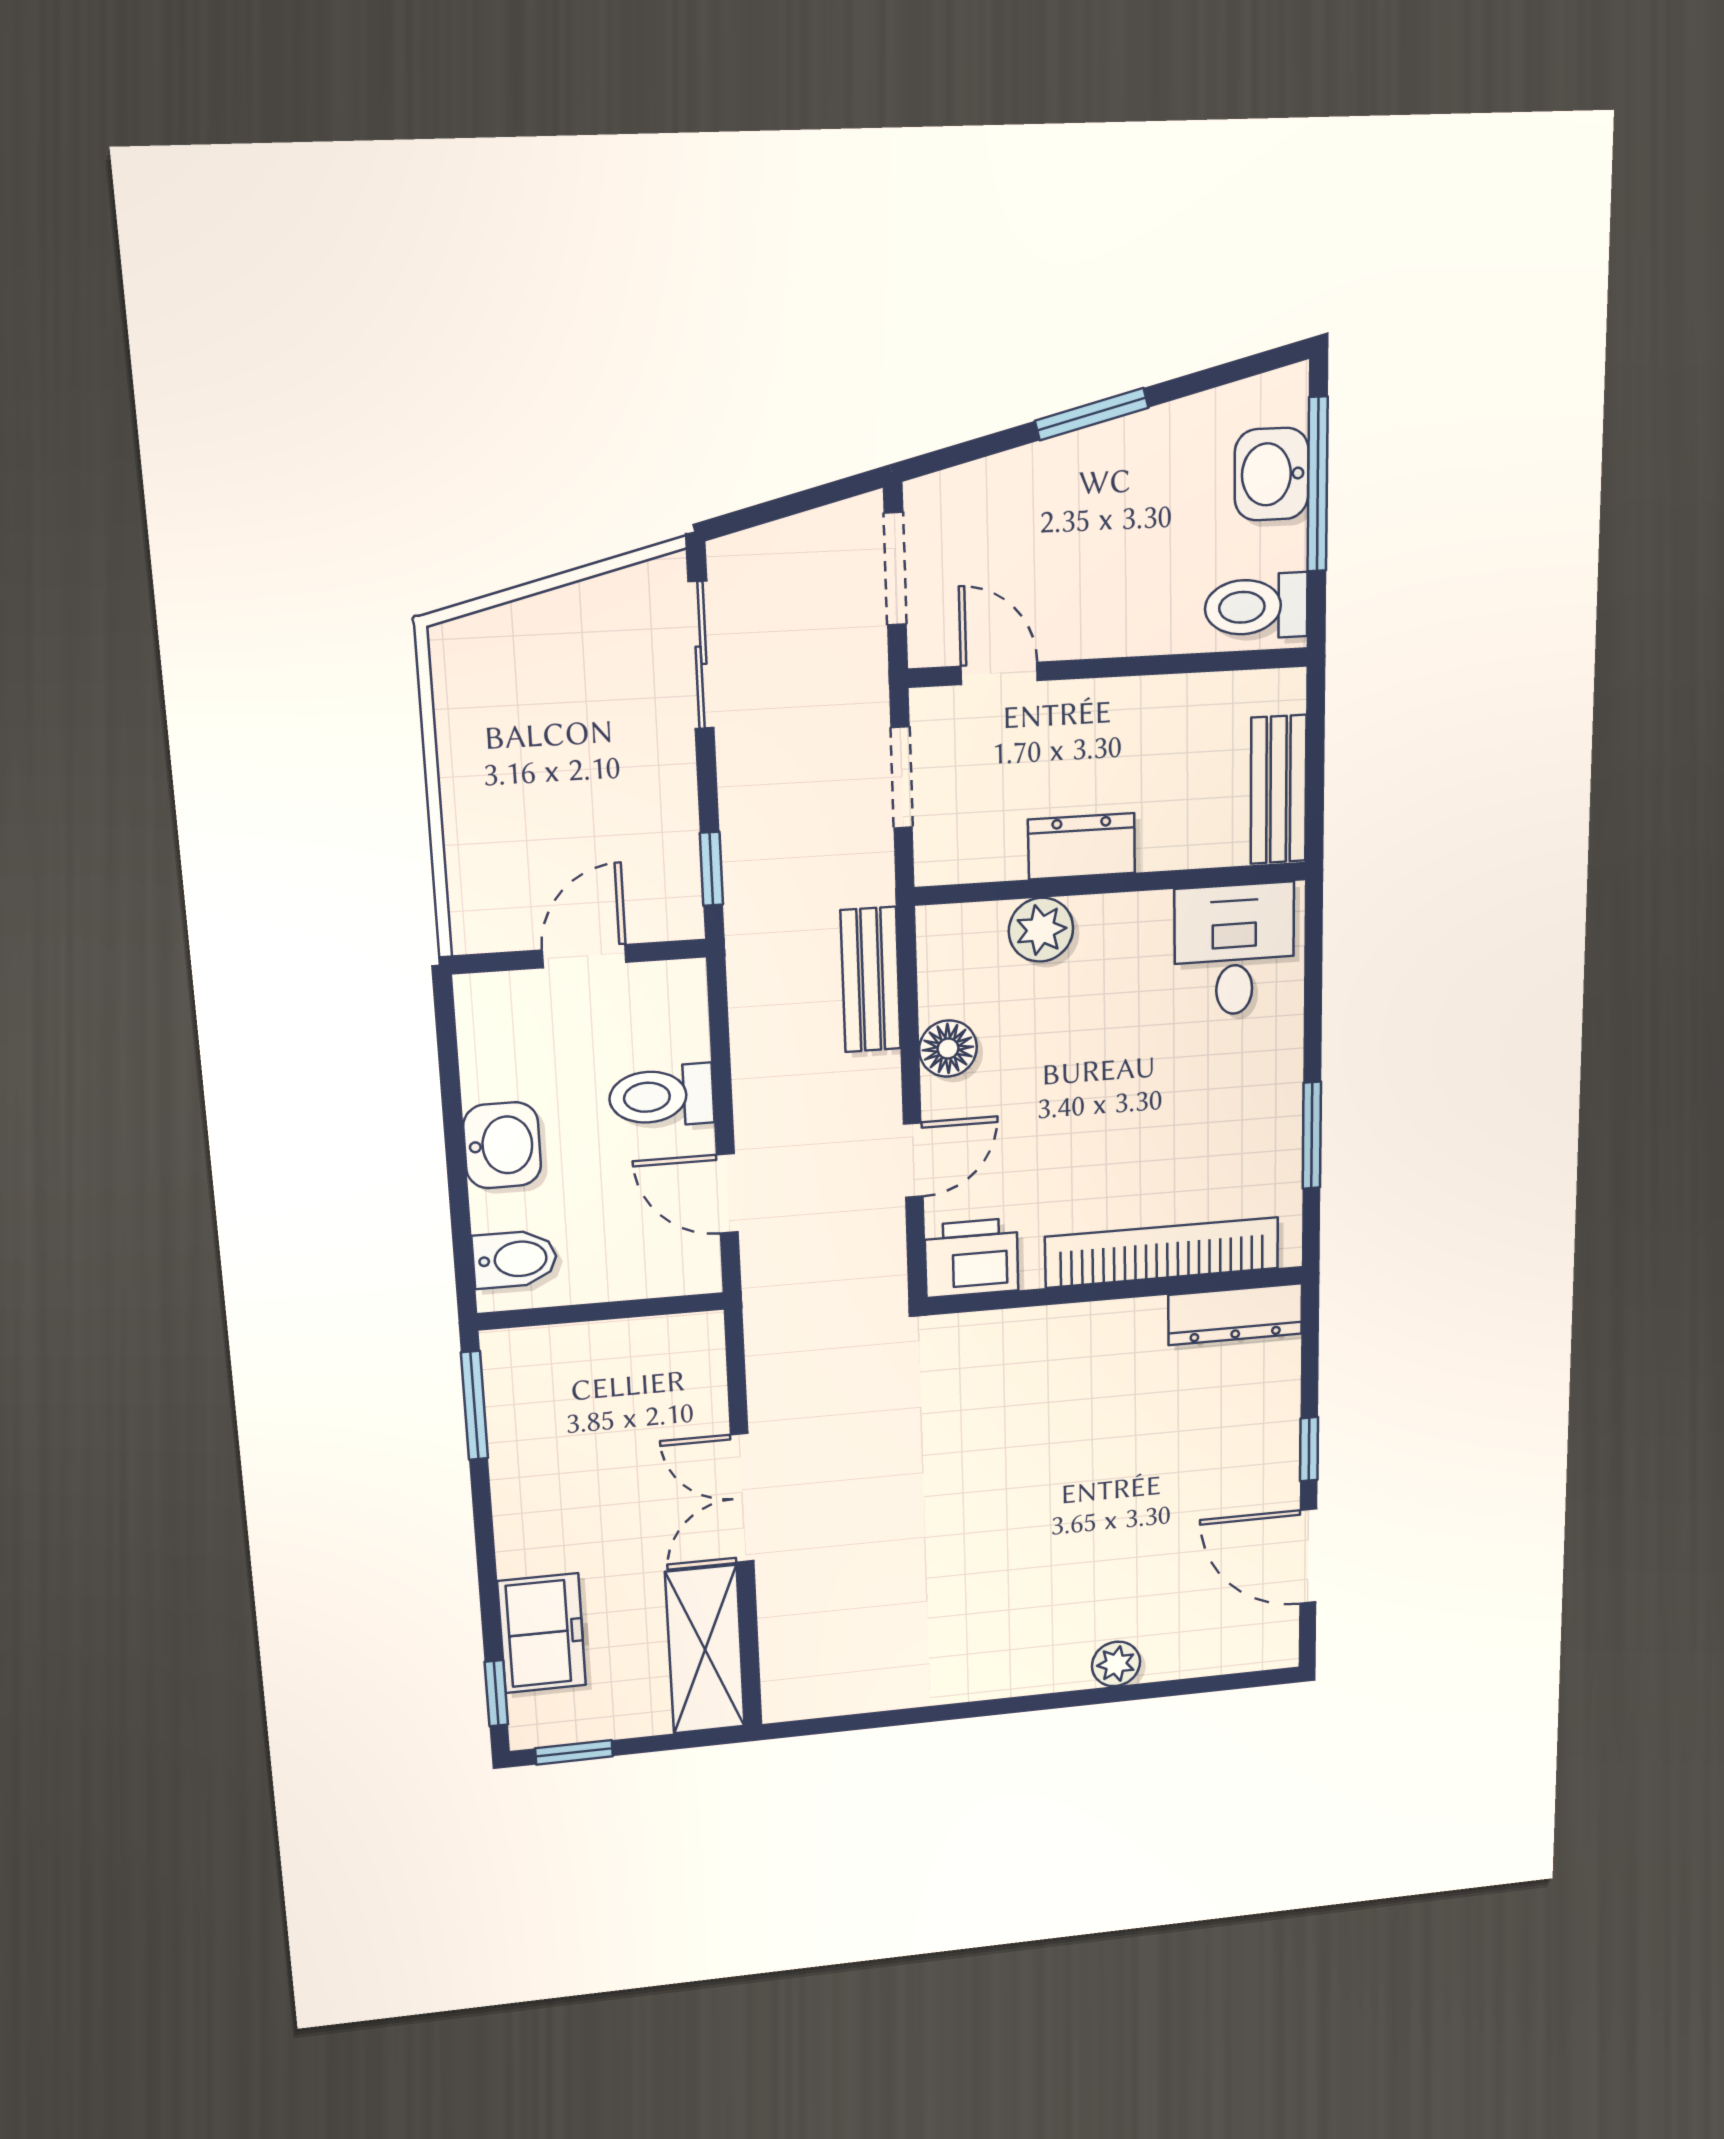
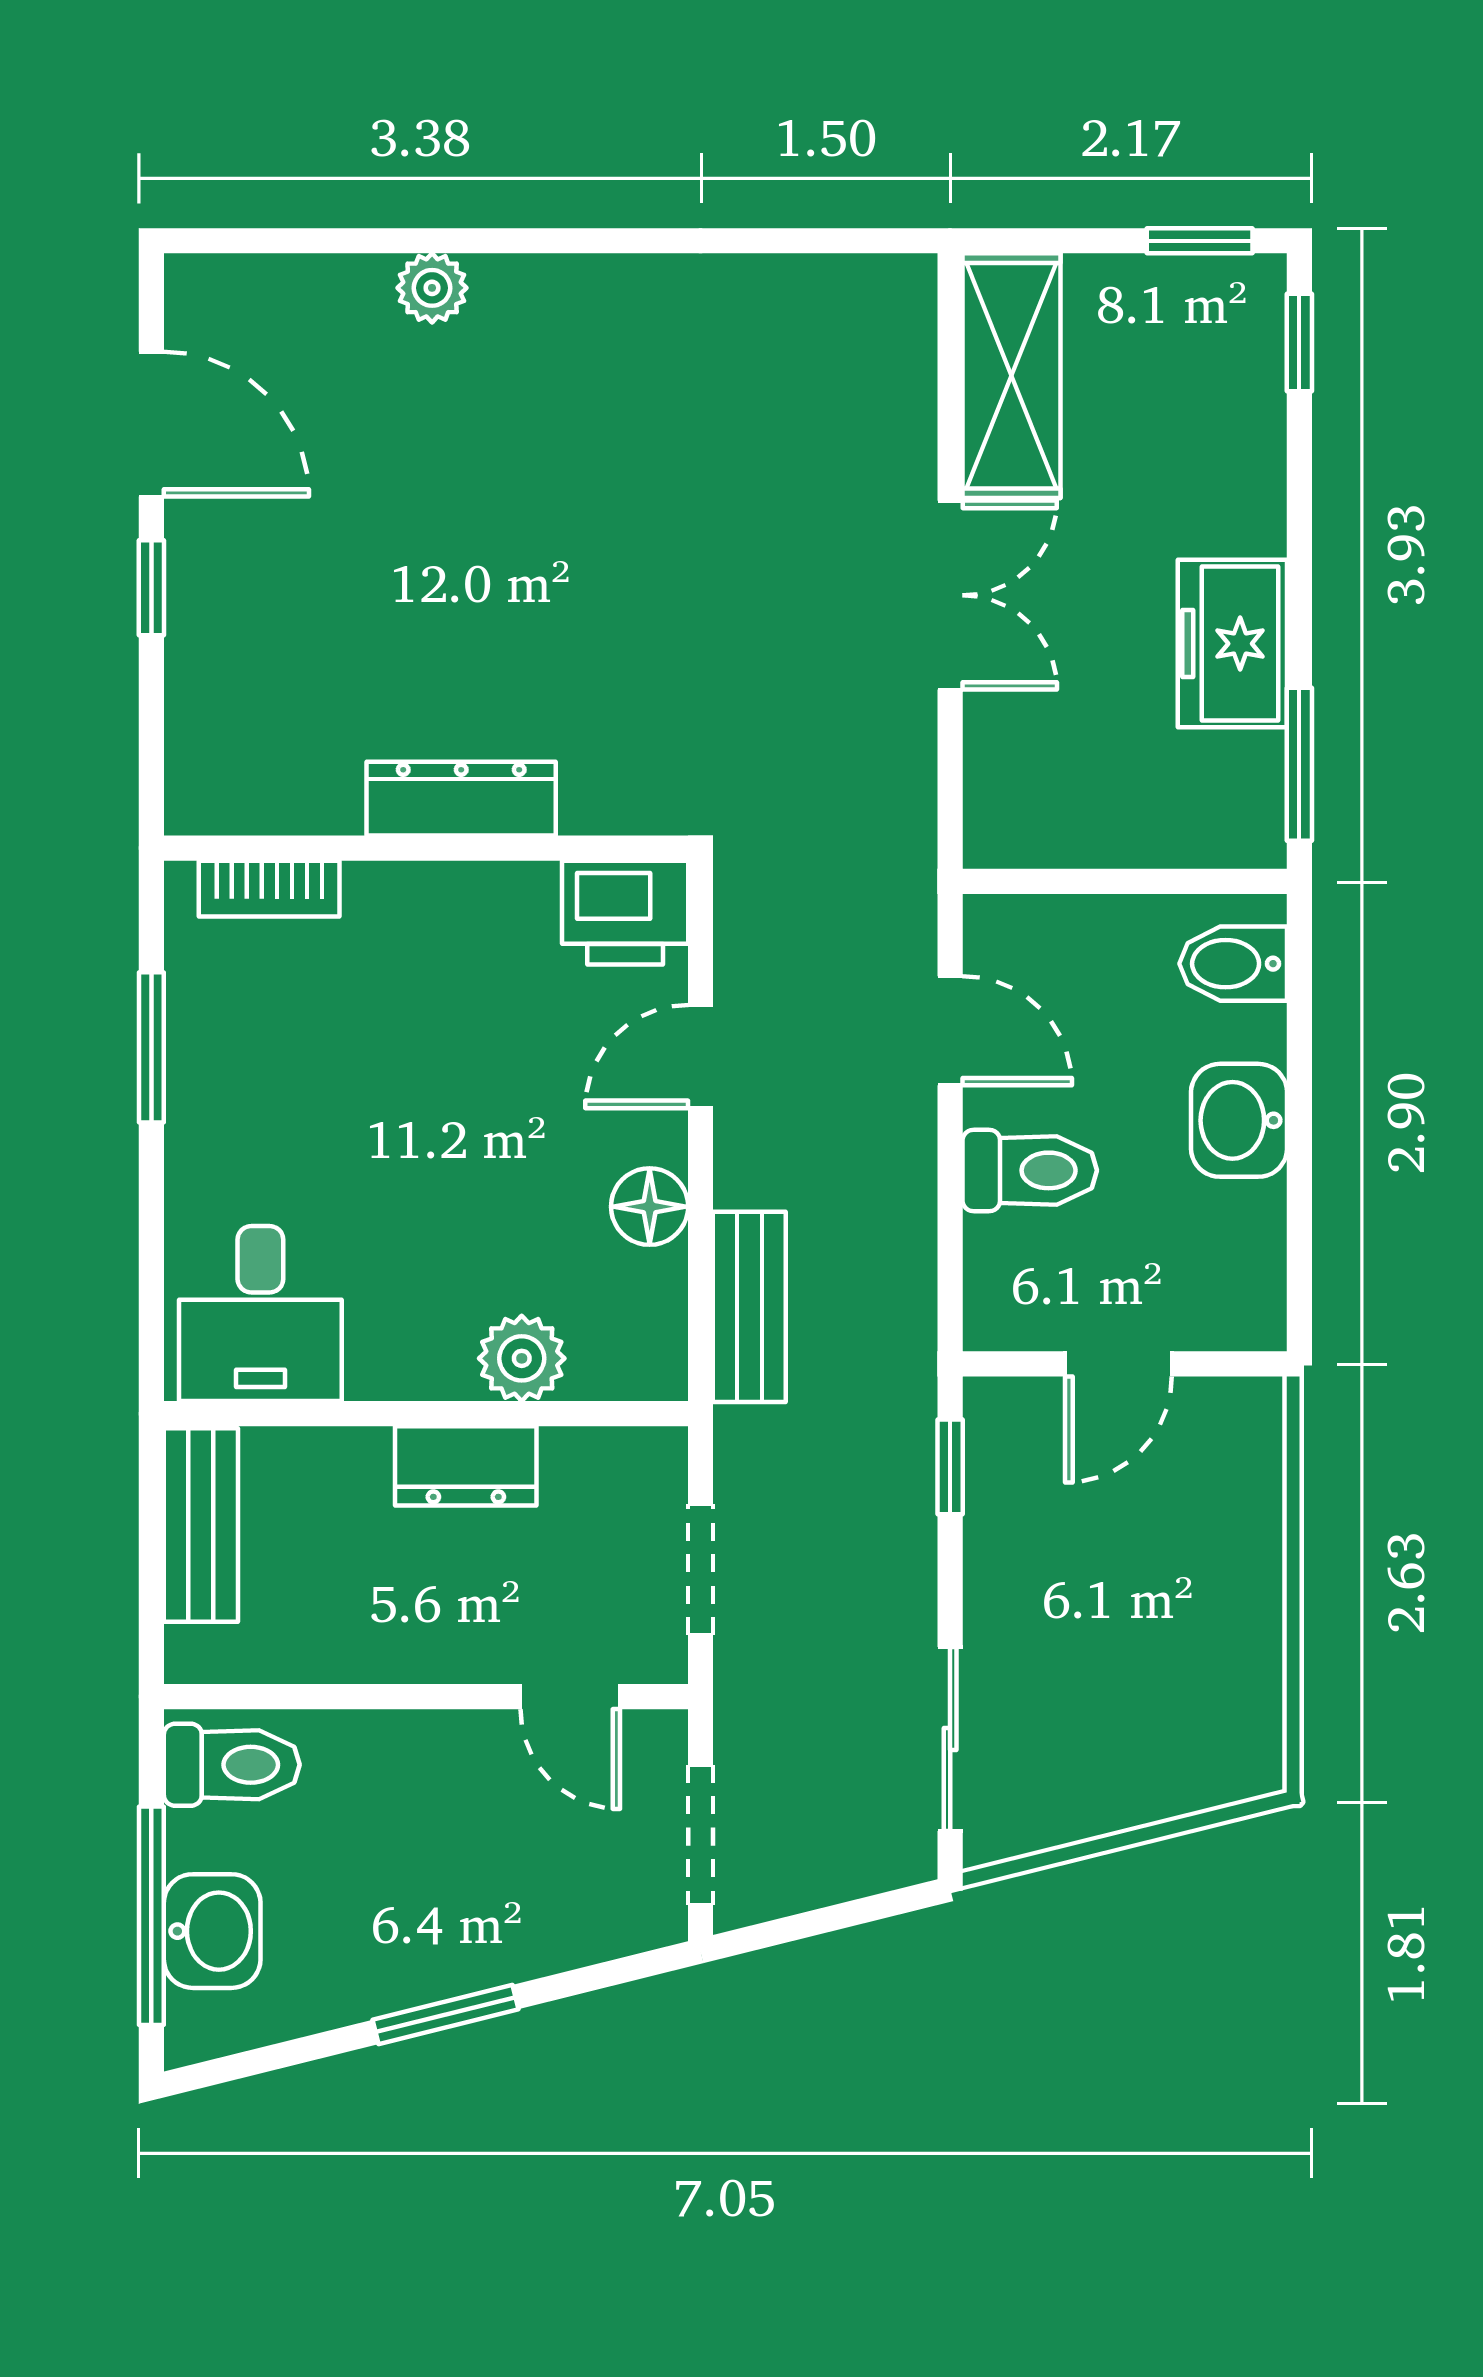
bookcase: (1162, 1252) -> (269, 889), width x0.43, depth x0.76
dresser: (1235, 1314) -> (461, 799), moved
freezer: (542, 1633) -> (1232, 644), moved

